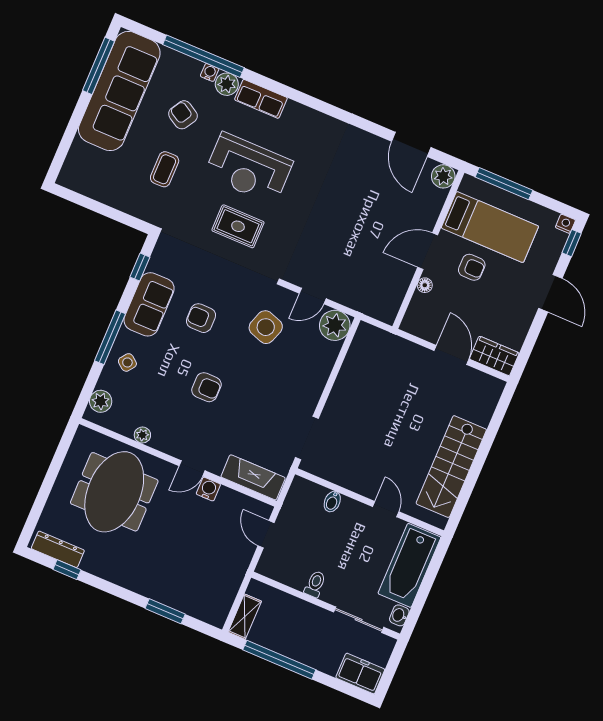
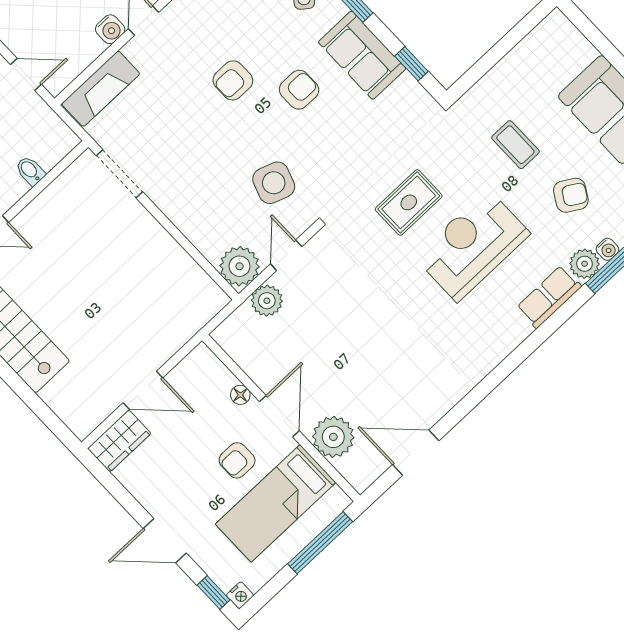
plant: (443, 176) -> (333, 437), moved, width x1.36, depth x1.36
plant: (351, 296) -> (267, 301), added
armchair: (201, 318) -> (299, 90), moved

